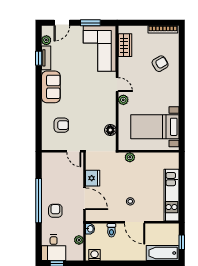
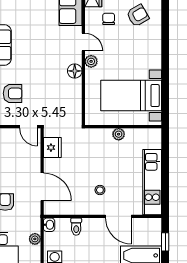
chair: (137, 66) -> (109, 19), added
floor lamp: (110, 130) -> (75, 71), moved
plant: (130, 157) -> (119, 134), moved
fridge: (93, 178) -> (52, 148), moved
door: (135, 222) -> (118, 216), moved

